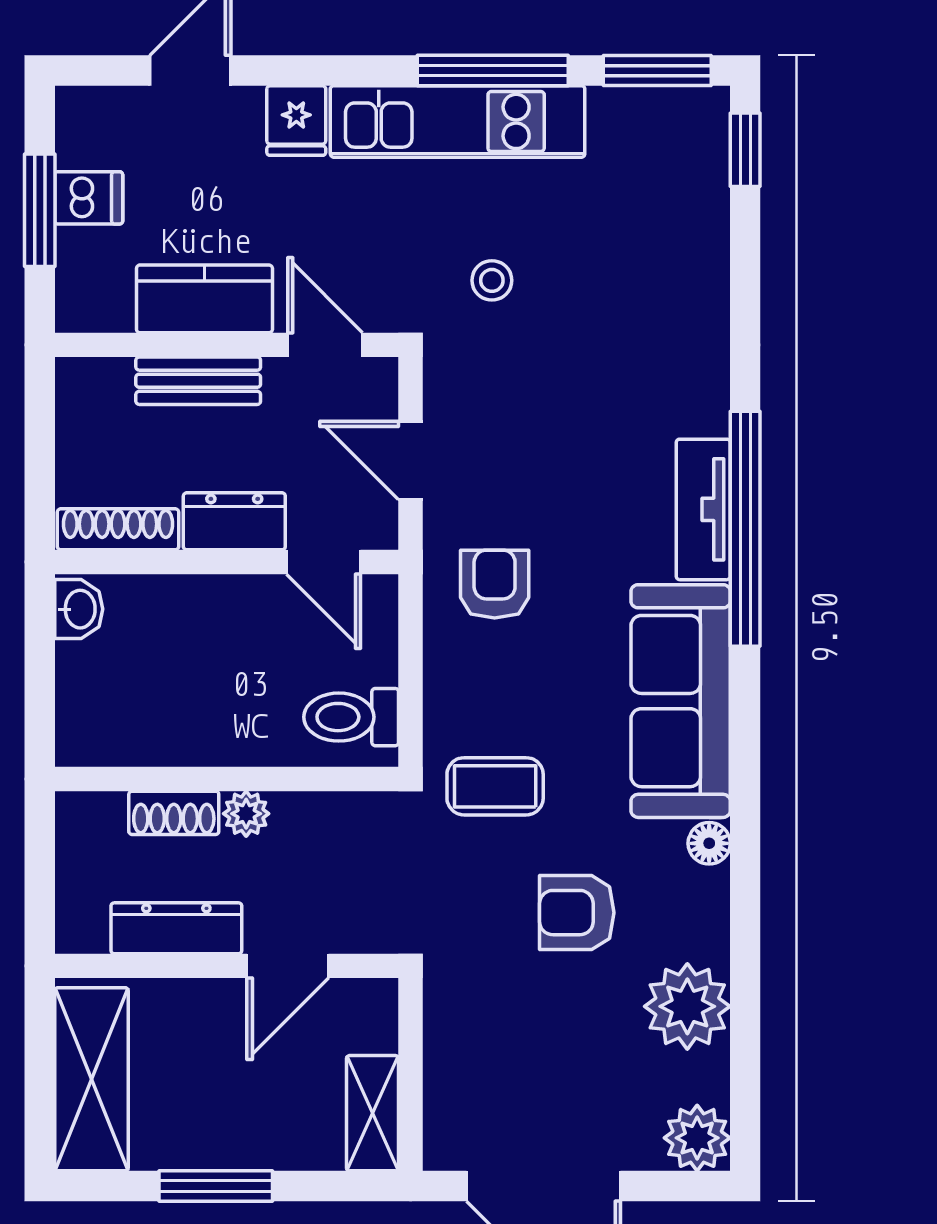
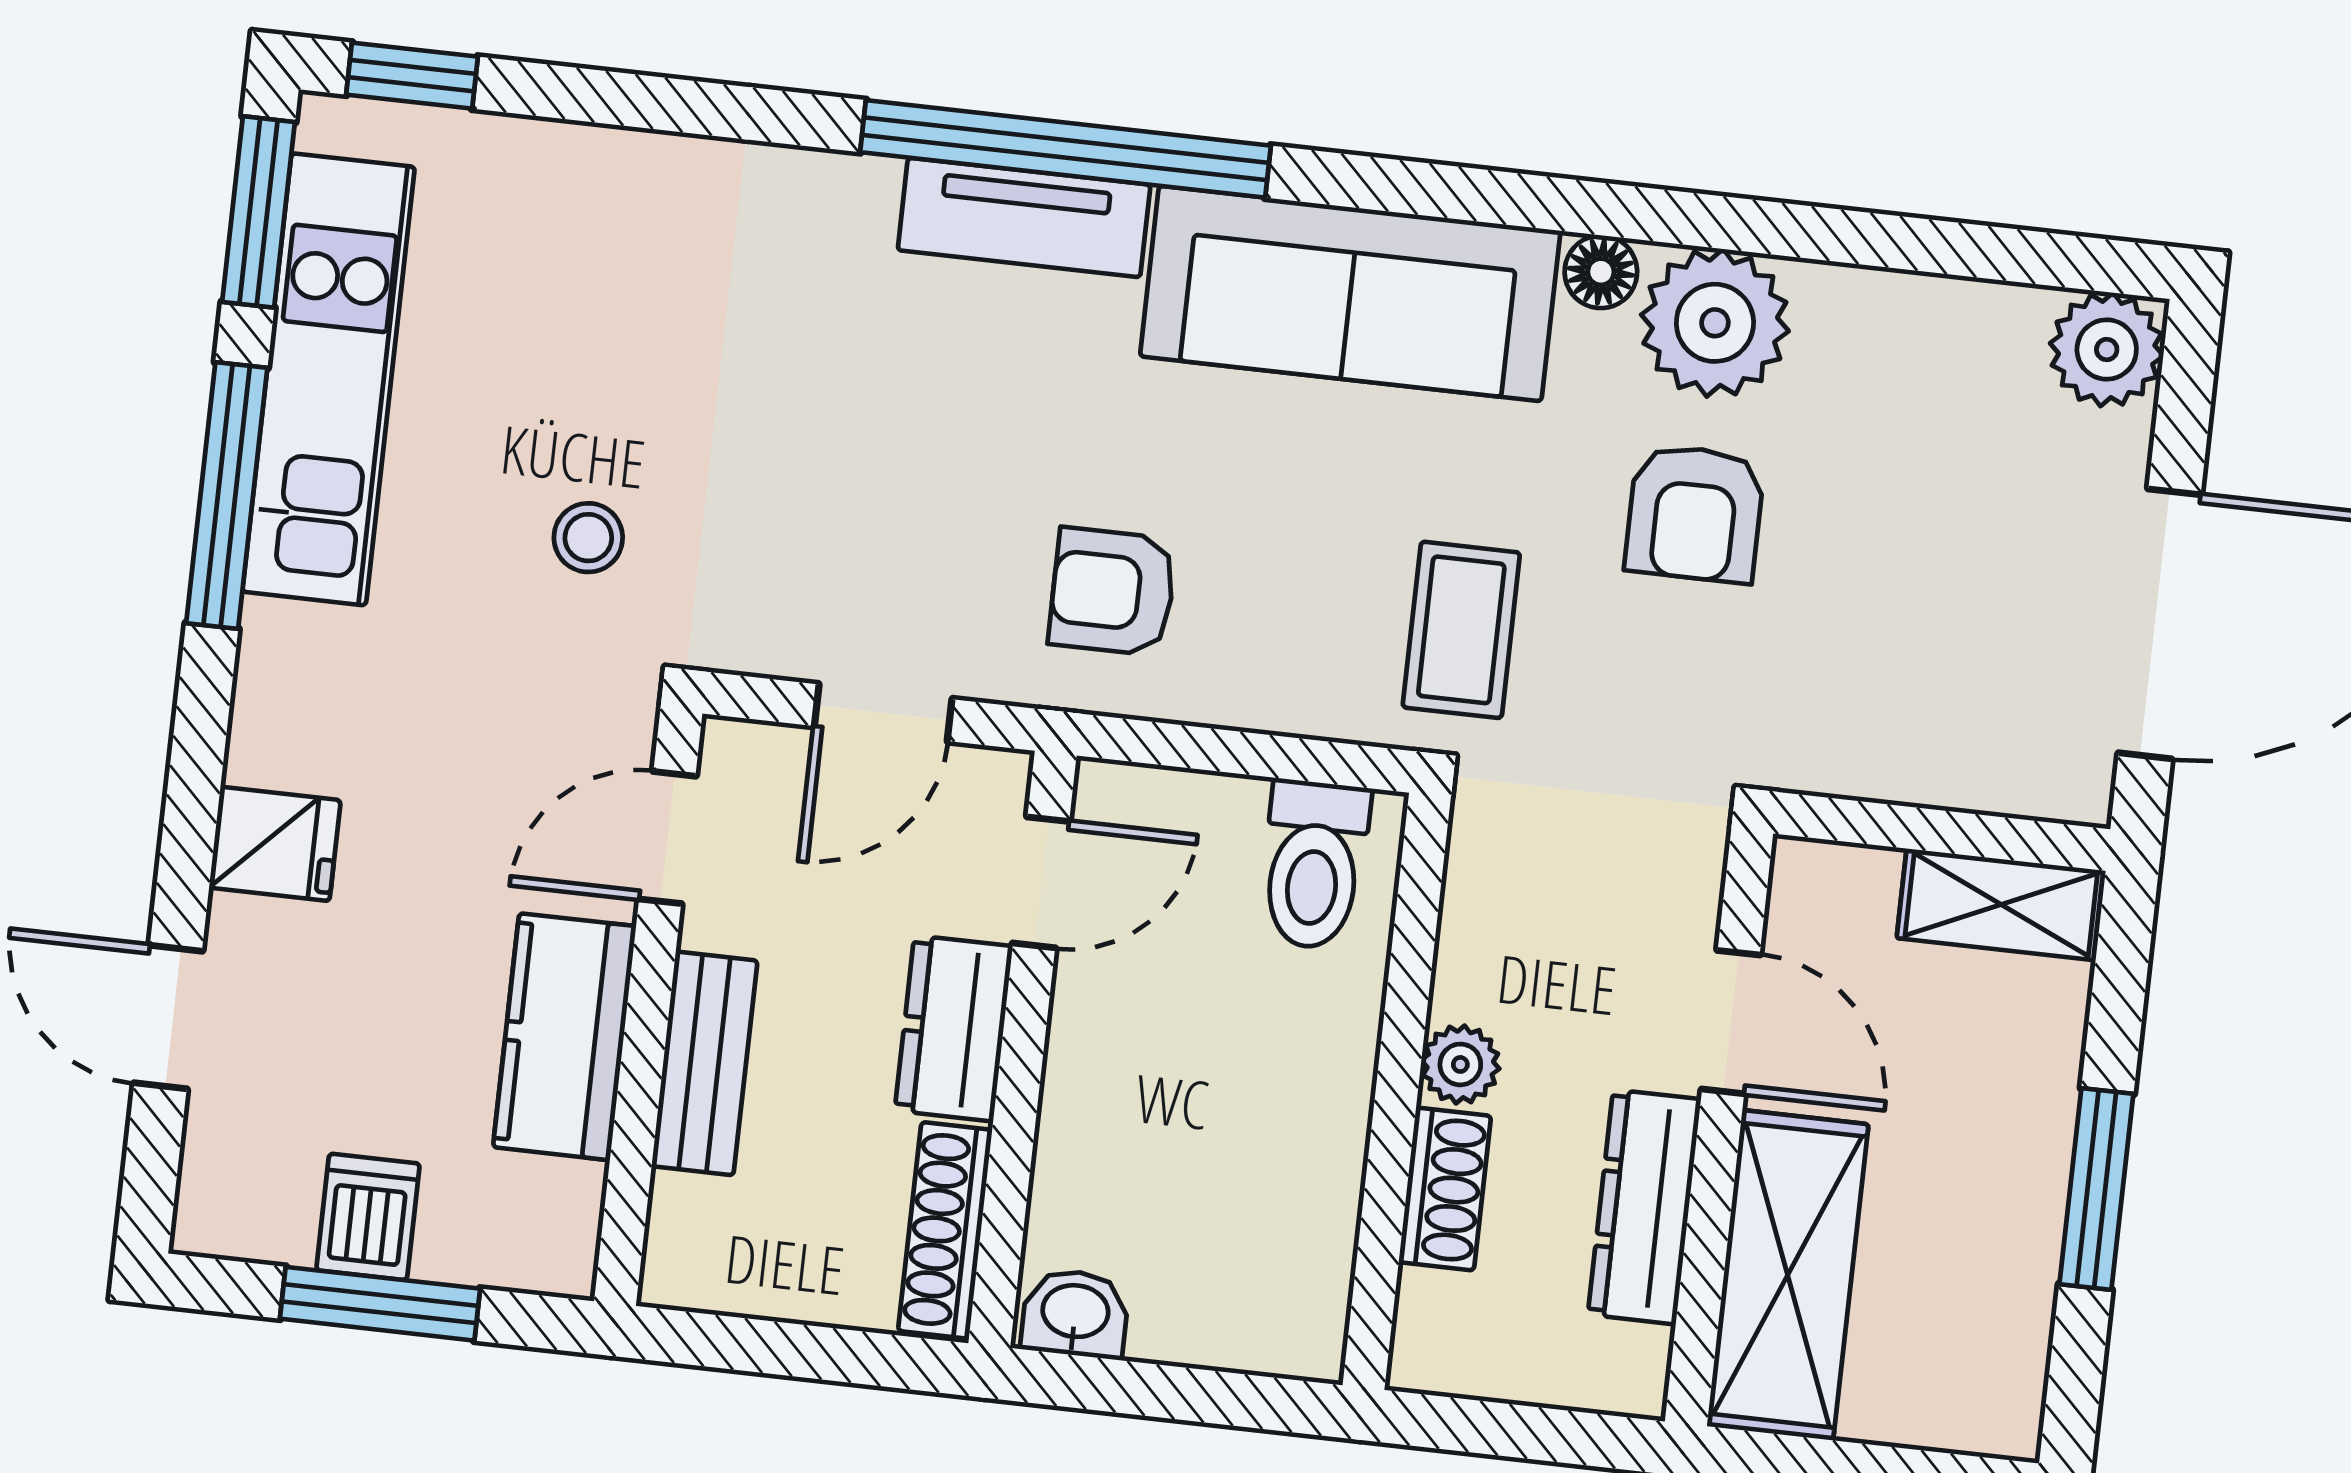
kitchen unit: (458, 121) -> (329, 379), moved
plant: (687, 1006) -> (1715, 323), moved
shelving: (91, 1079) -> (1788, 1275), moved, turned 90

